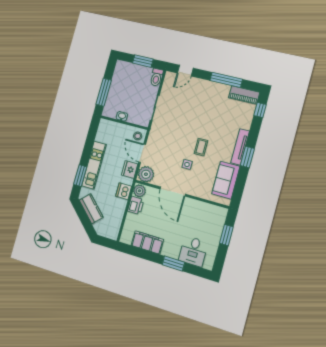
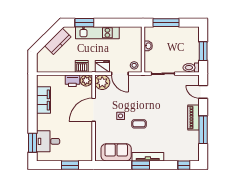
piano: (244, 95) -> (193, 118), moved
door: (142, 153) -> (120, 74), swing flipped
window: (173, 264) -> (32, 143), moved

